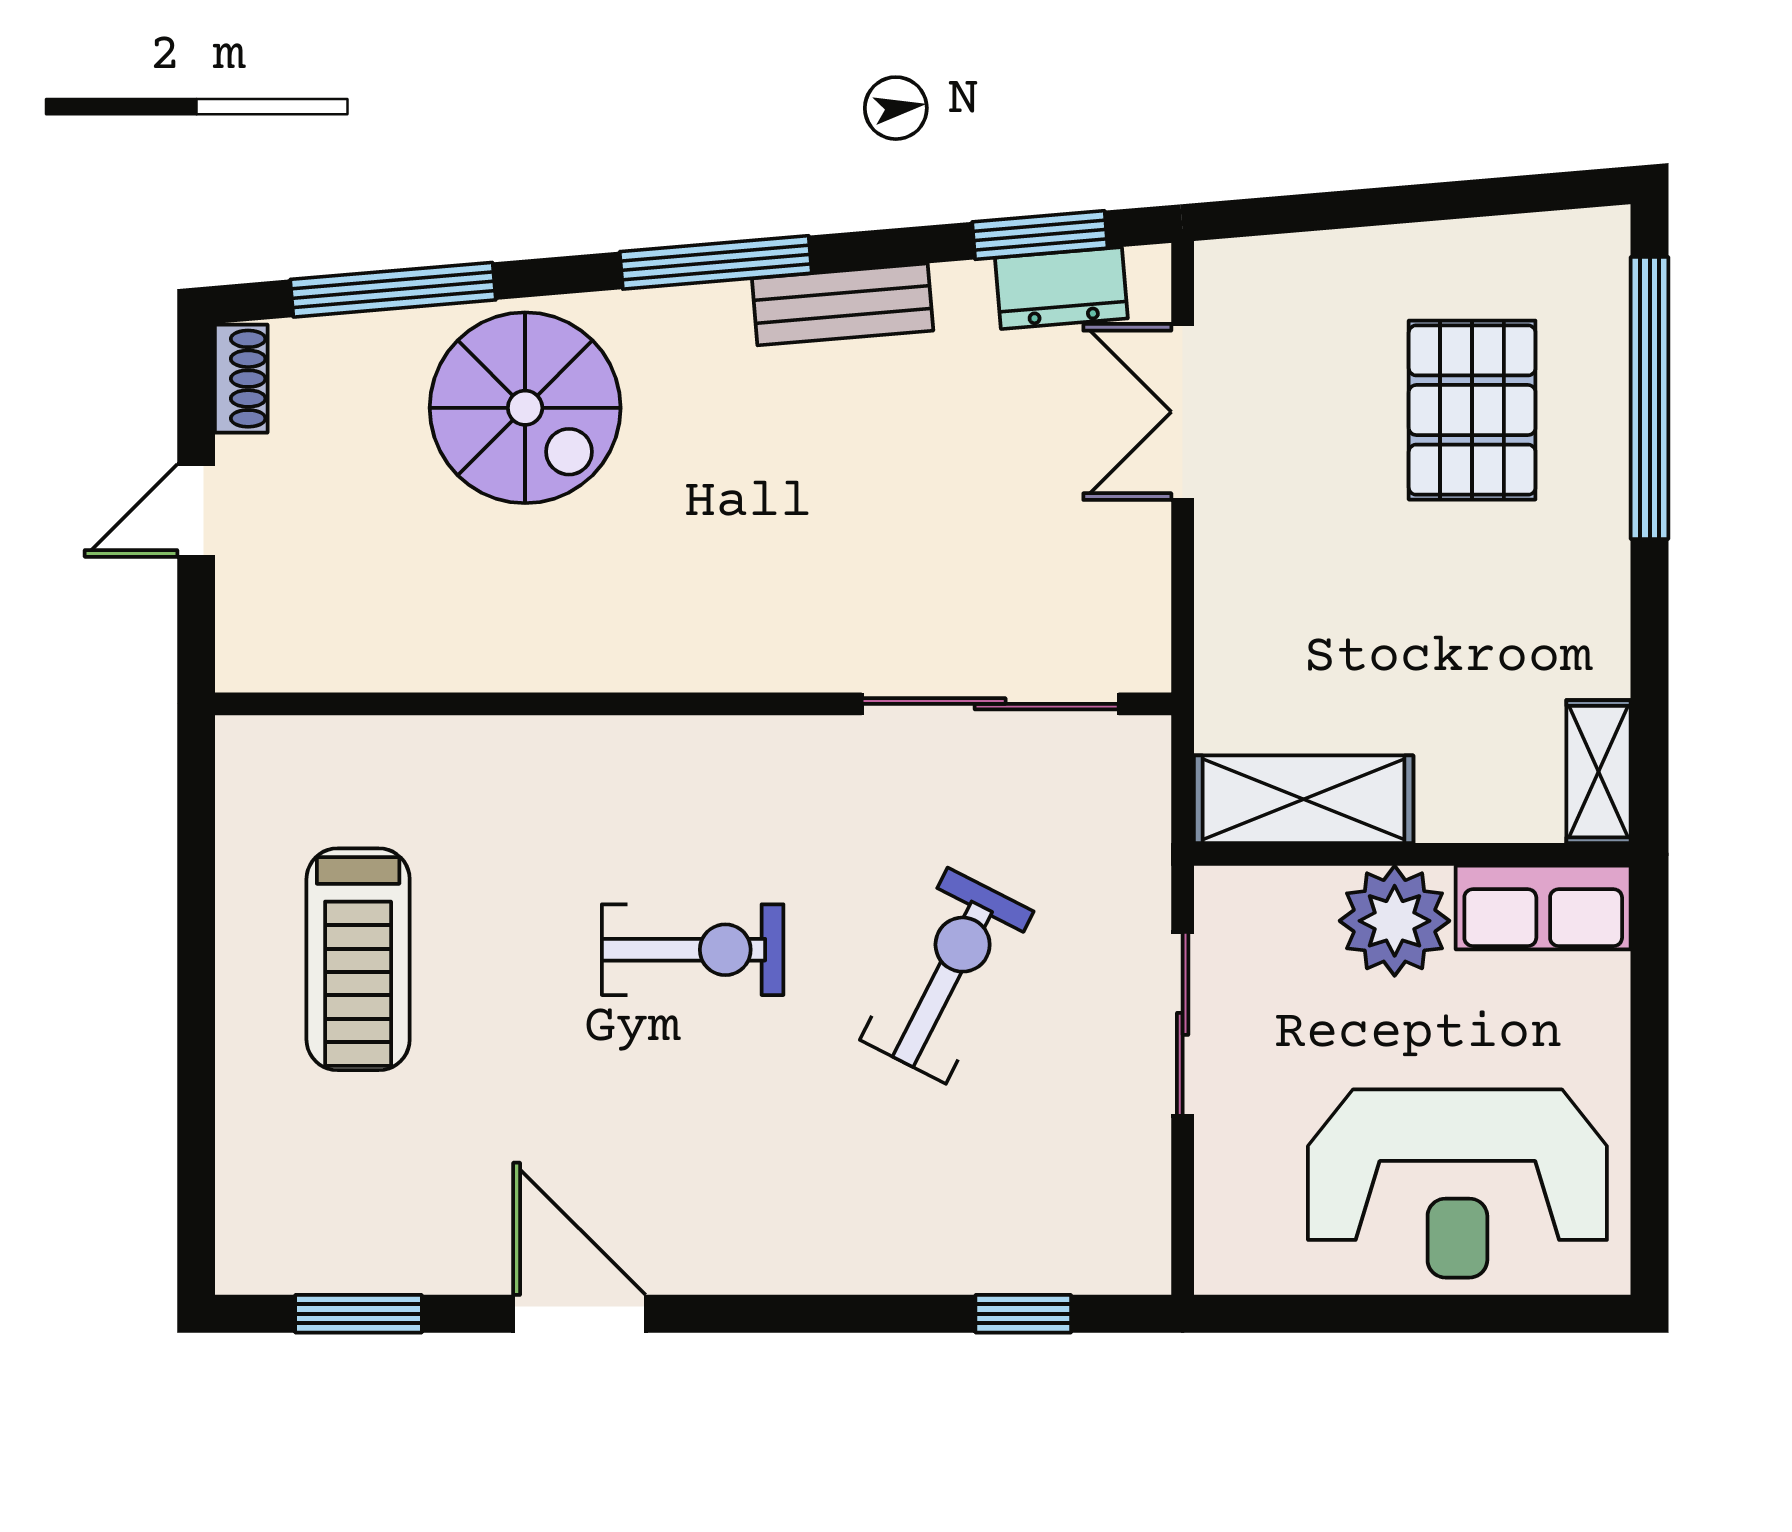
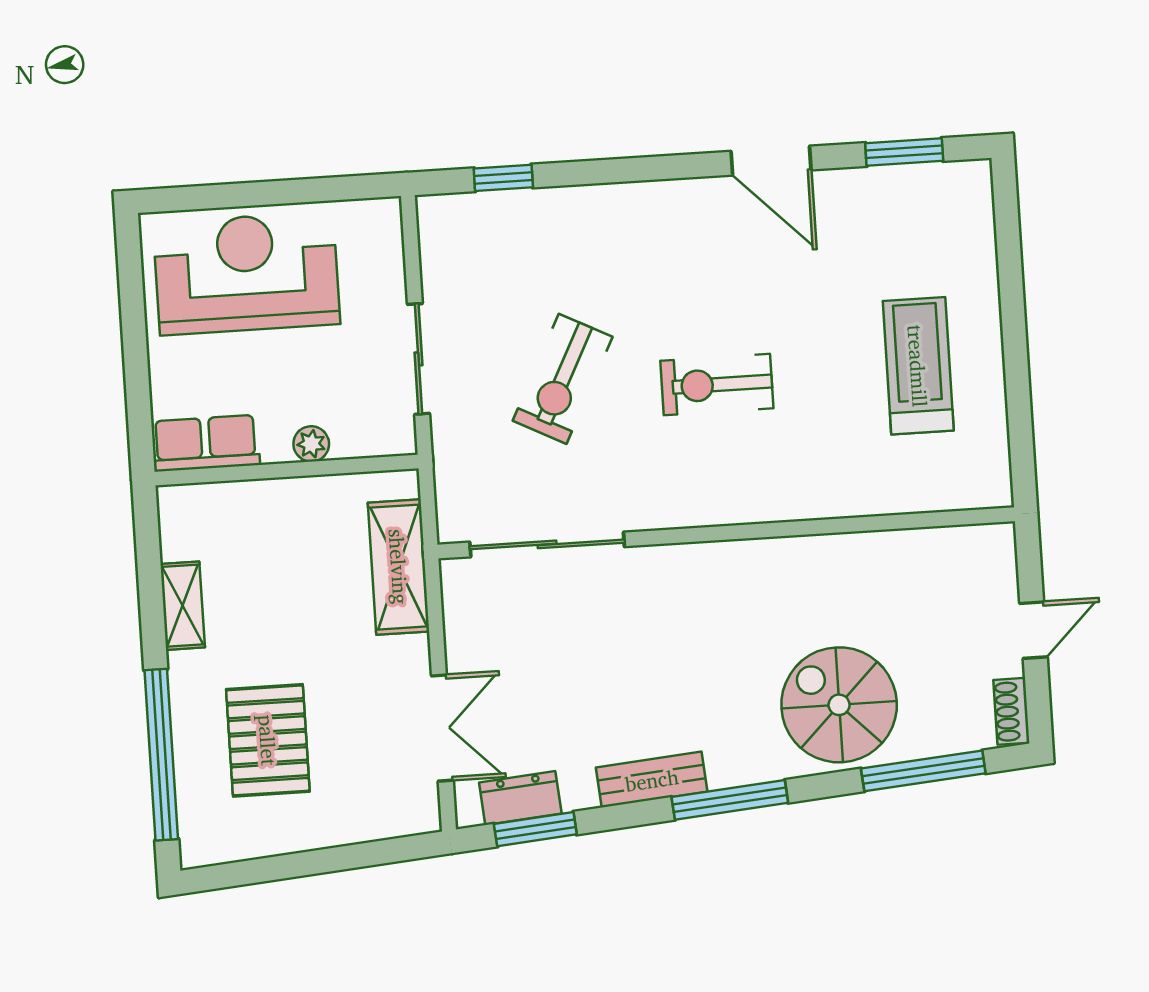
shelving: (1599, 772) -> (183, 606), moved
shelving: (1304, 799) -> (399, 567), moved, turned 90
plant: (1395, 921) -> (311, 444), width x0.53, depth x0.53

